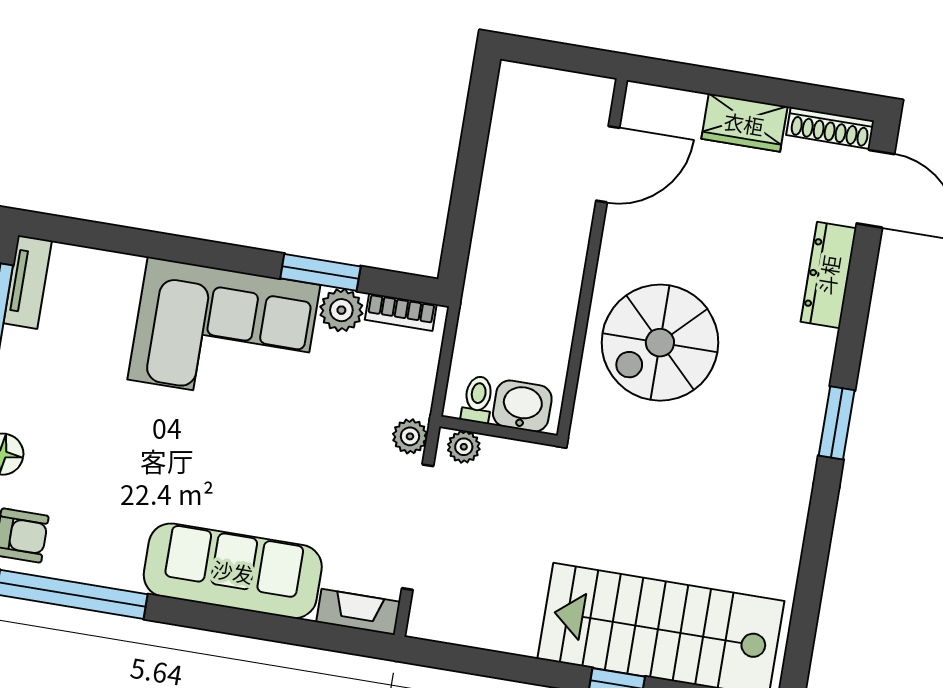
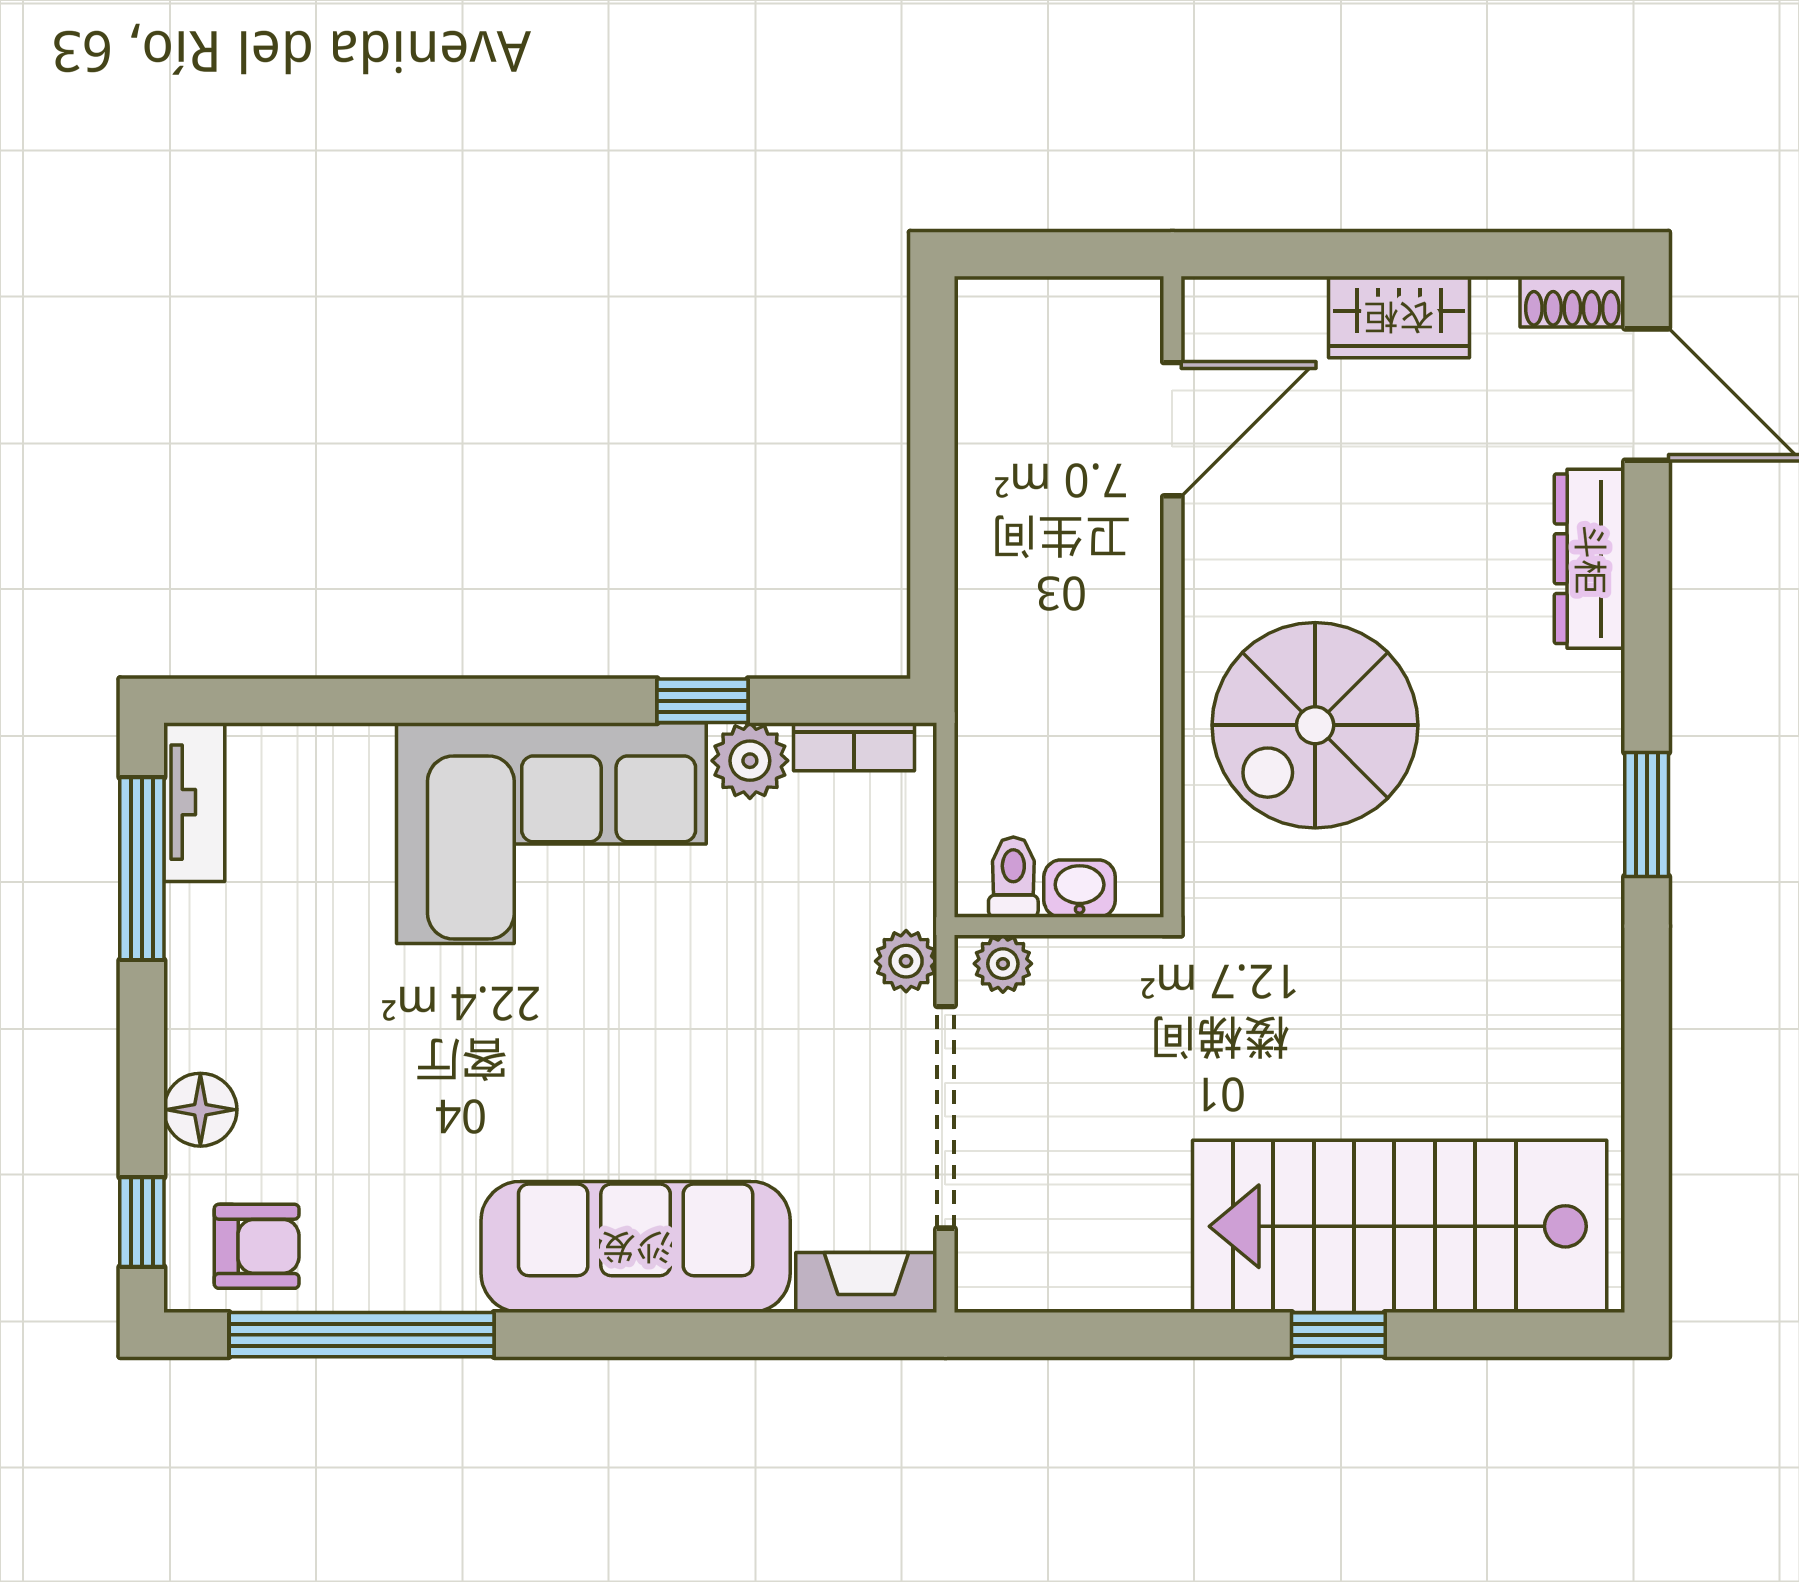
shoe rack: (830, 128) -> (1572, 302), width x0.70
window: (320, 272) -> (702, 701), width x0.67
washbasin: (522, 406) -> (1080, 889), width x0.72, depth x0.69

